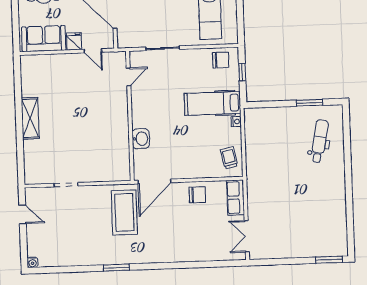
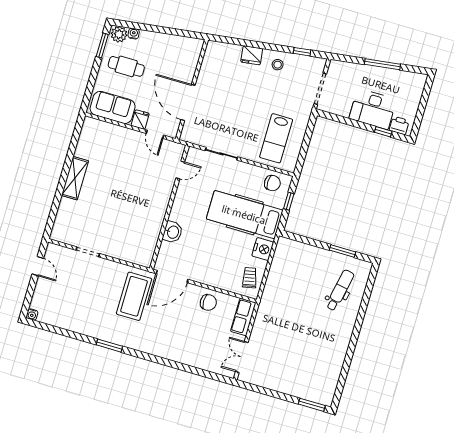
hospital bed: (212, 103) -> (245, 215), width x1.37, depth x1.29
nightstand: (236, 122) -> (263, 249), width x1.89, depth x1.79

